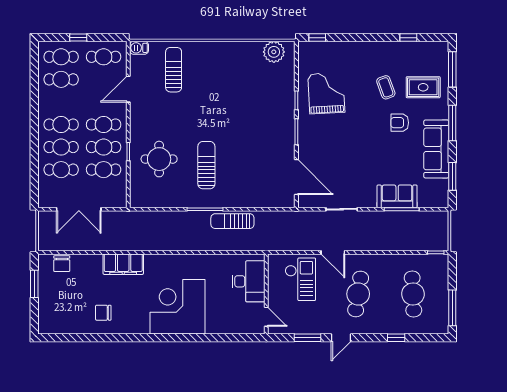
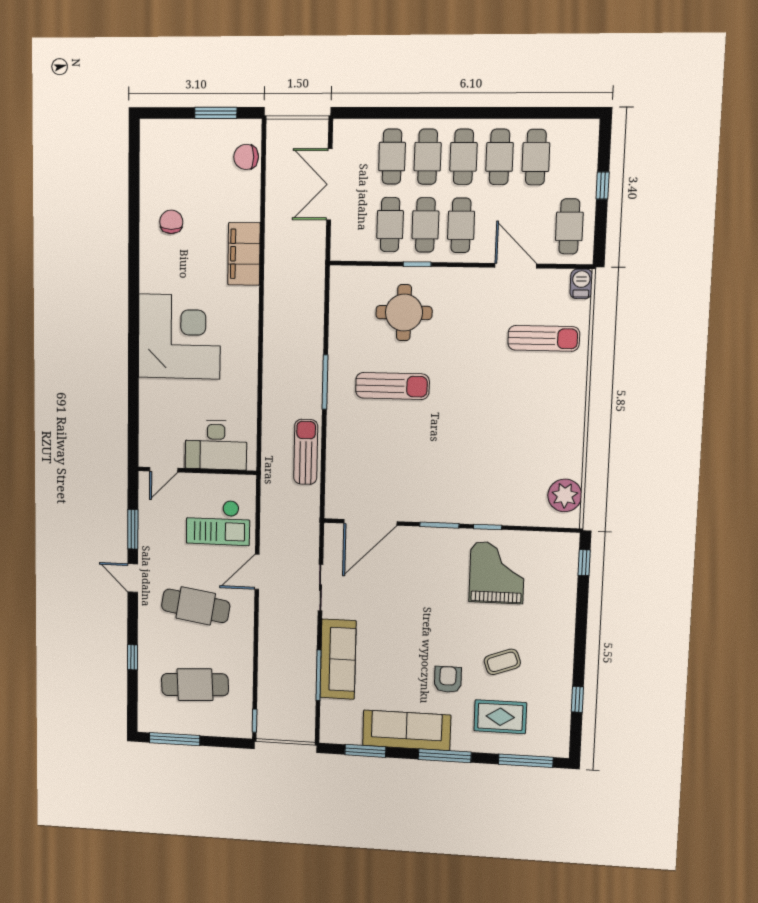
cafe table: (61, 57) -> (500, 157), moved
rug: (423, 87) -> (500, 717), turned 90
grand piano: (326, 93) -> (497, 573), turned -87
sofa: (397, 196) -> (338, 659), width x1.36
sun lounger: (232, 221) -> (306, 452), moved

